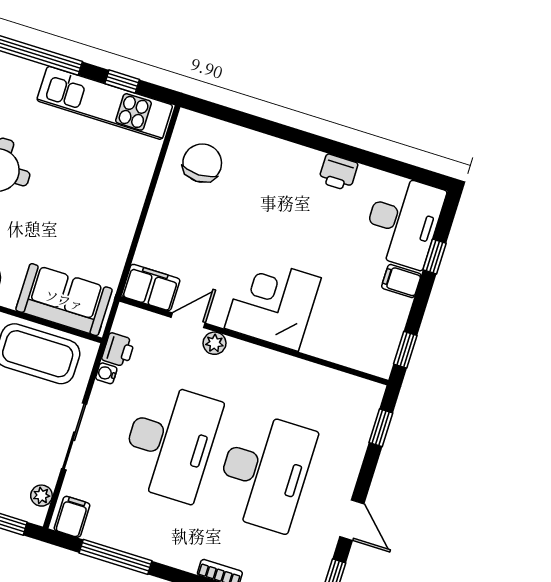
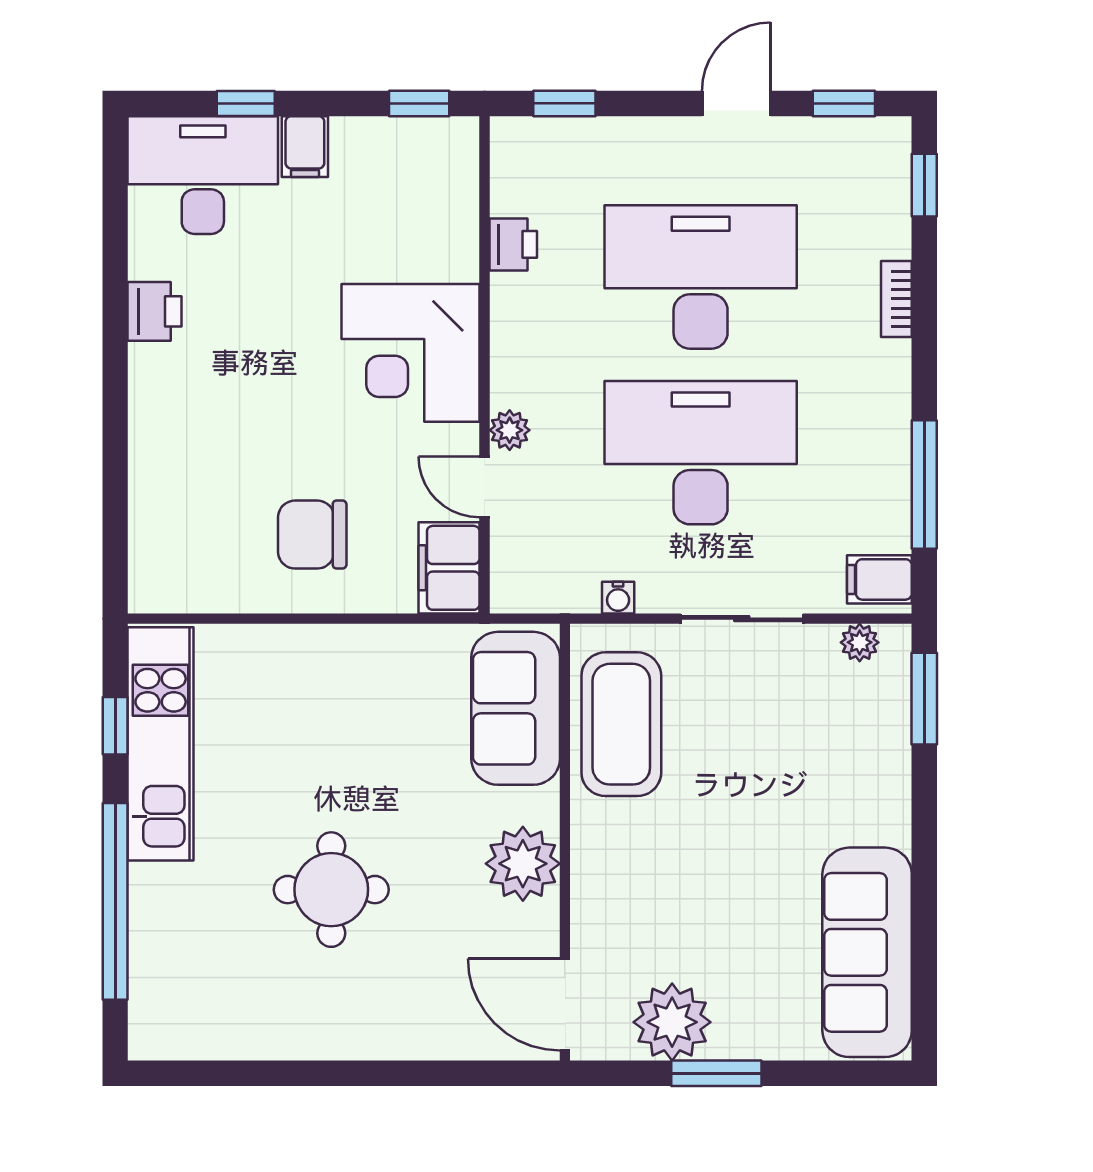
chair: (202, 163) -> (312, 535), moved
printer: (118, 350) -> (513, 244), moved, turned 90

